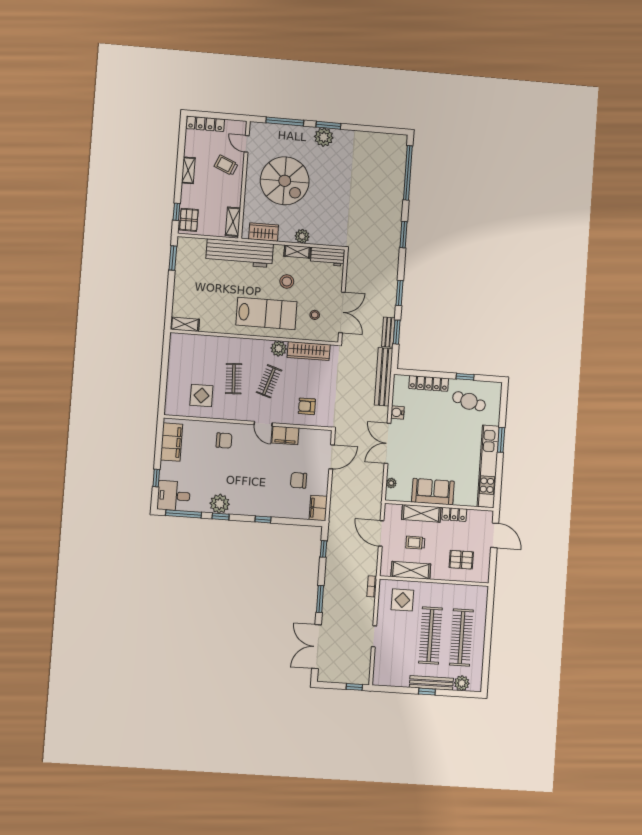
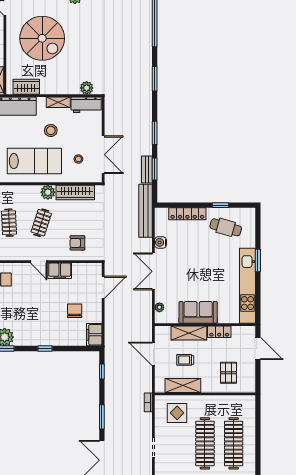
plant: (302, 236) -> (87, 88), moved
chair: (299, 480) -> (75, 311), turned 90
pallet: (461, 560) -> (228, 373), turned 90

